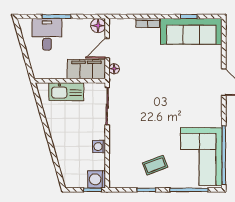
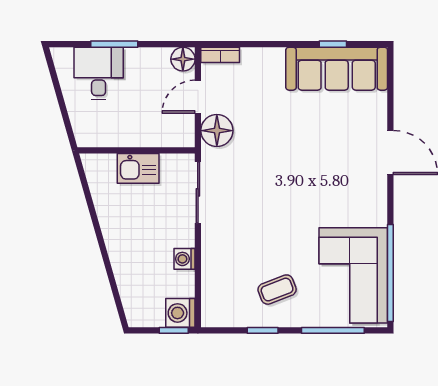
bookcase: (148, 23) -> (220, 55), moved
filing cabinet: (86, 69) -> (164, 131), removed
floor lamp: (114, 69) -> (217, 131), width x1.89, depth x1.89
kitchen sink: (66, 92) -> (138, 168), width x0.73

